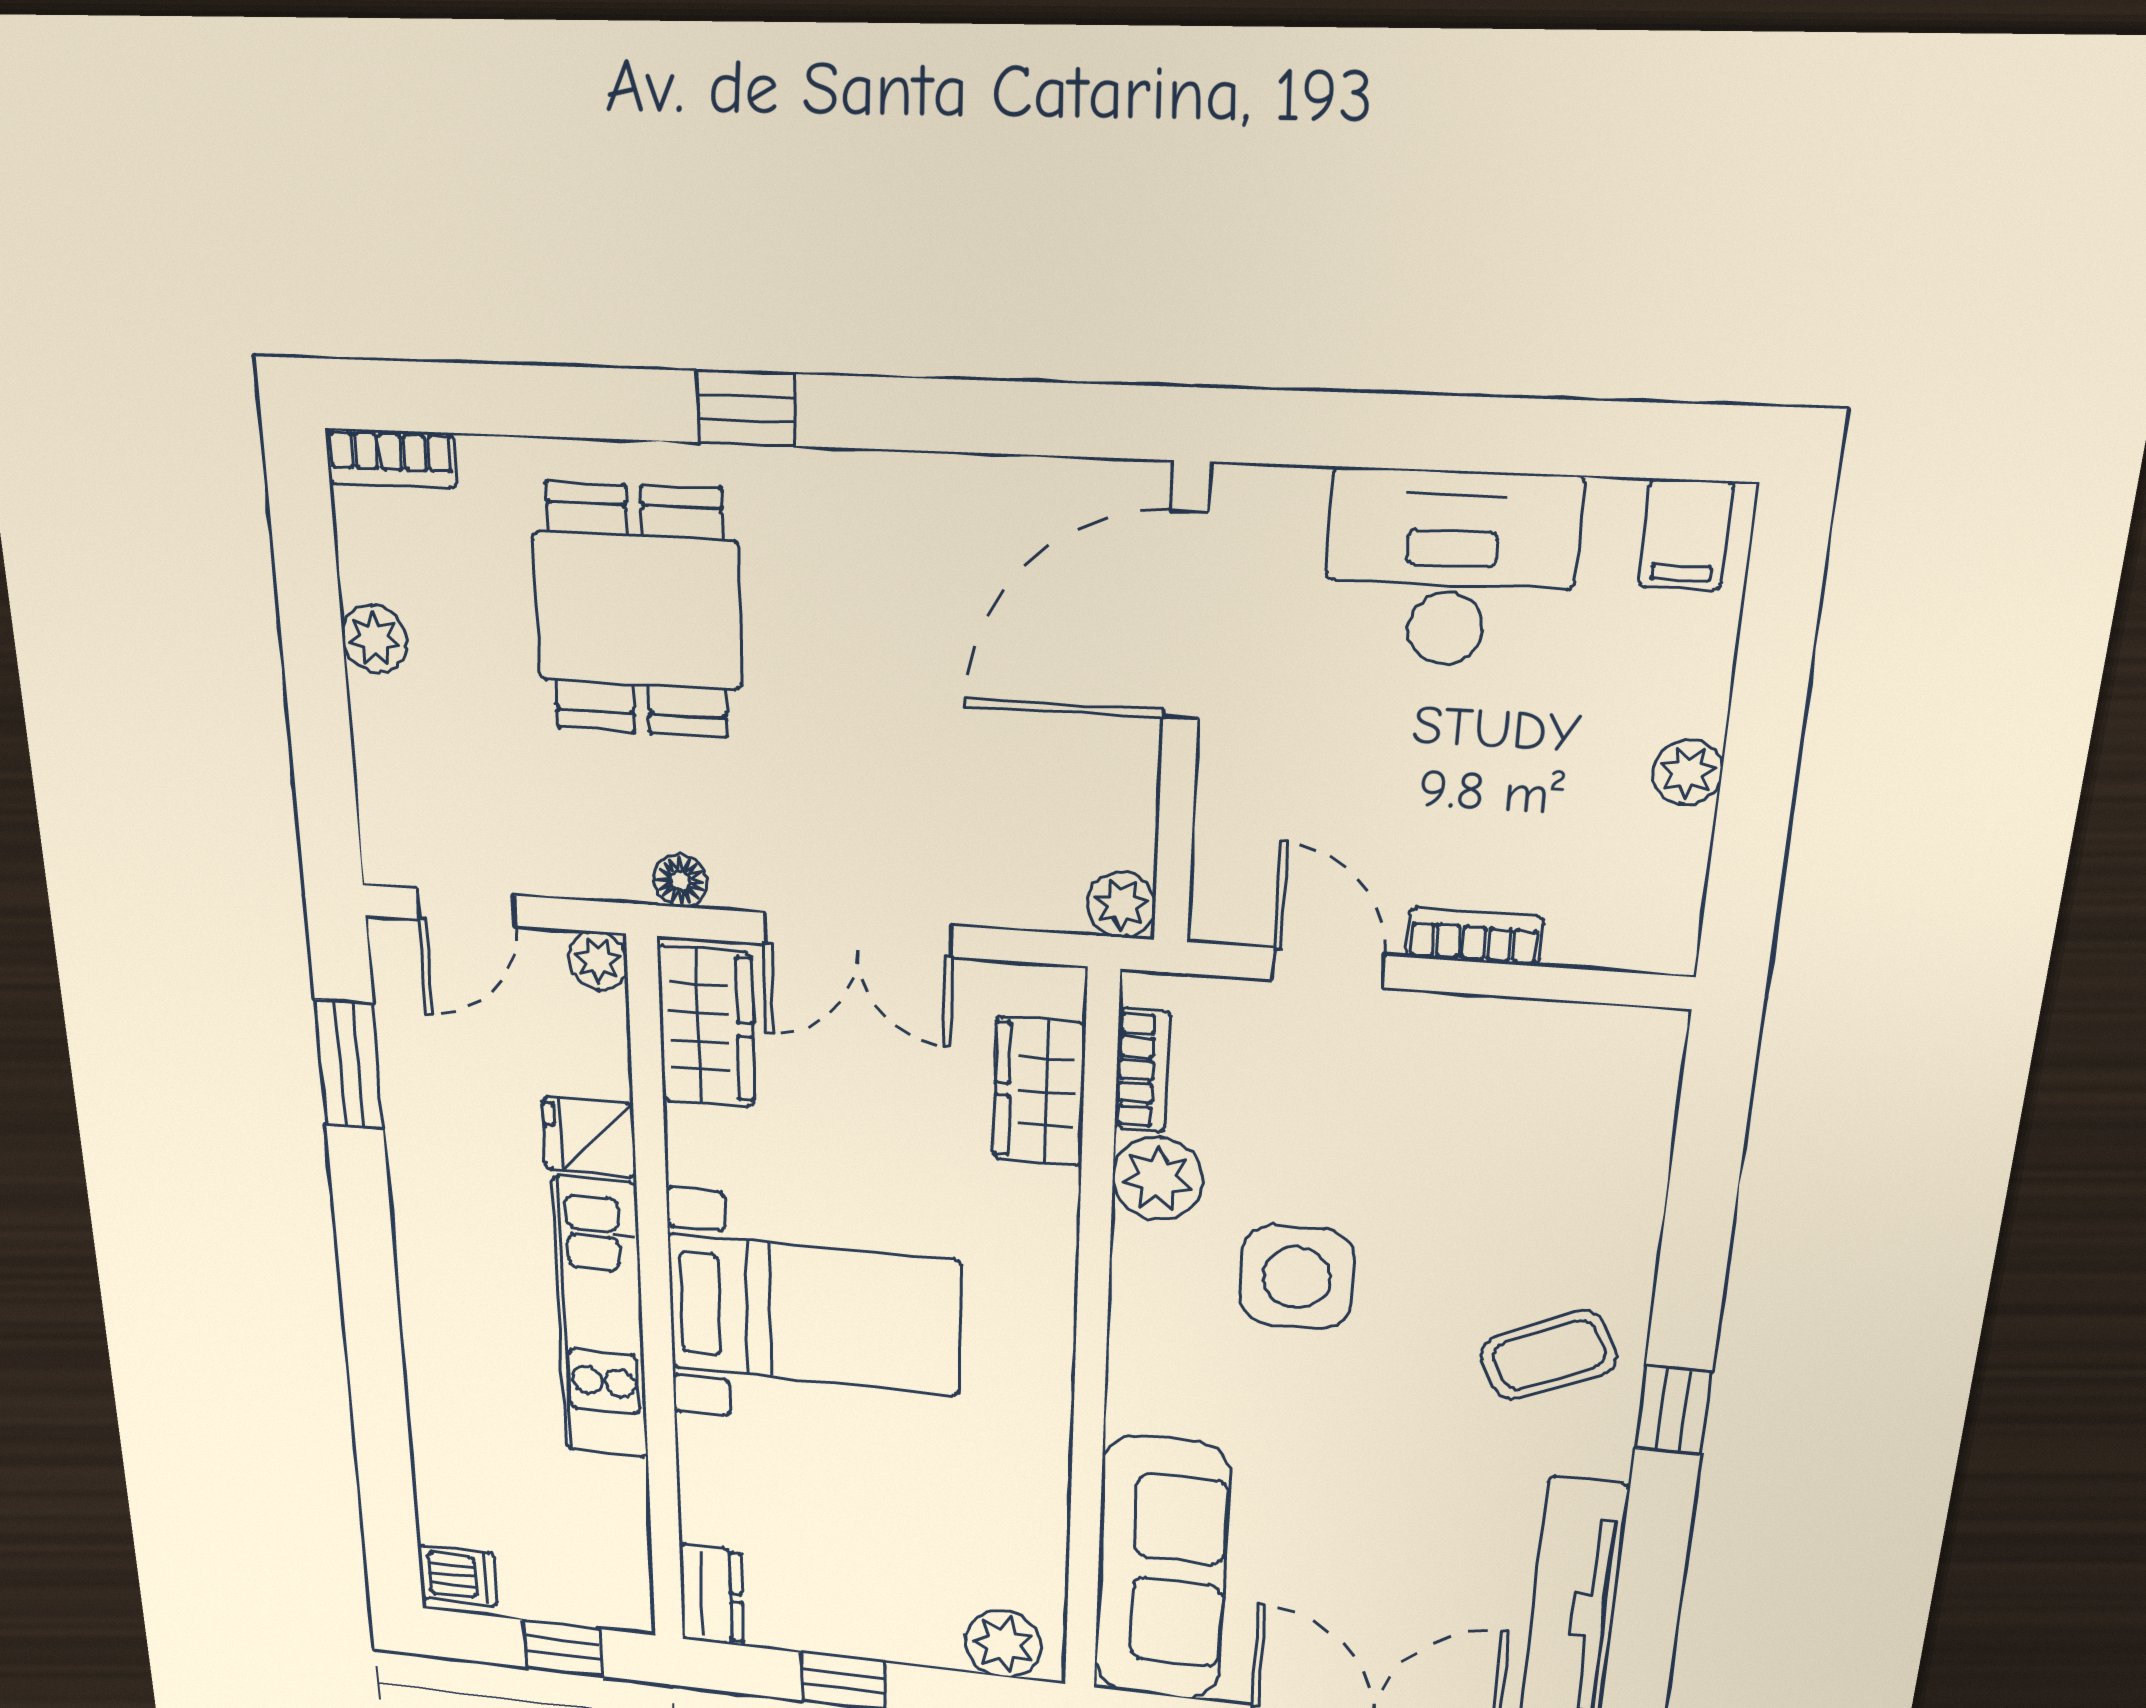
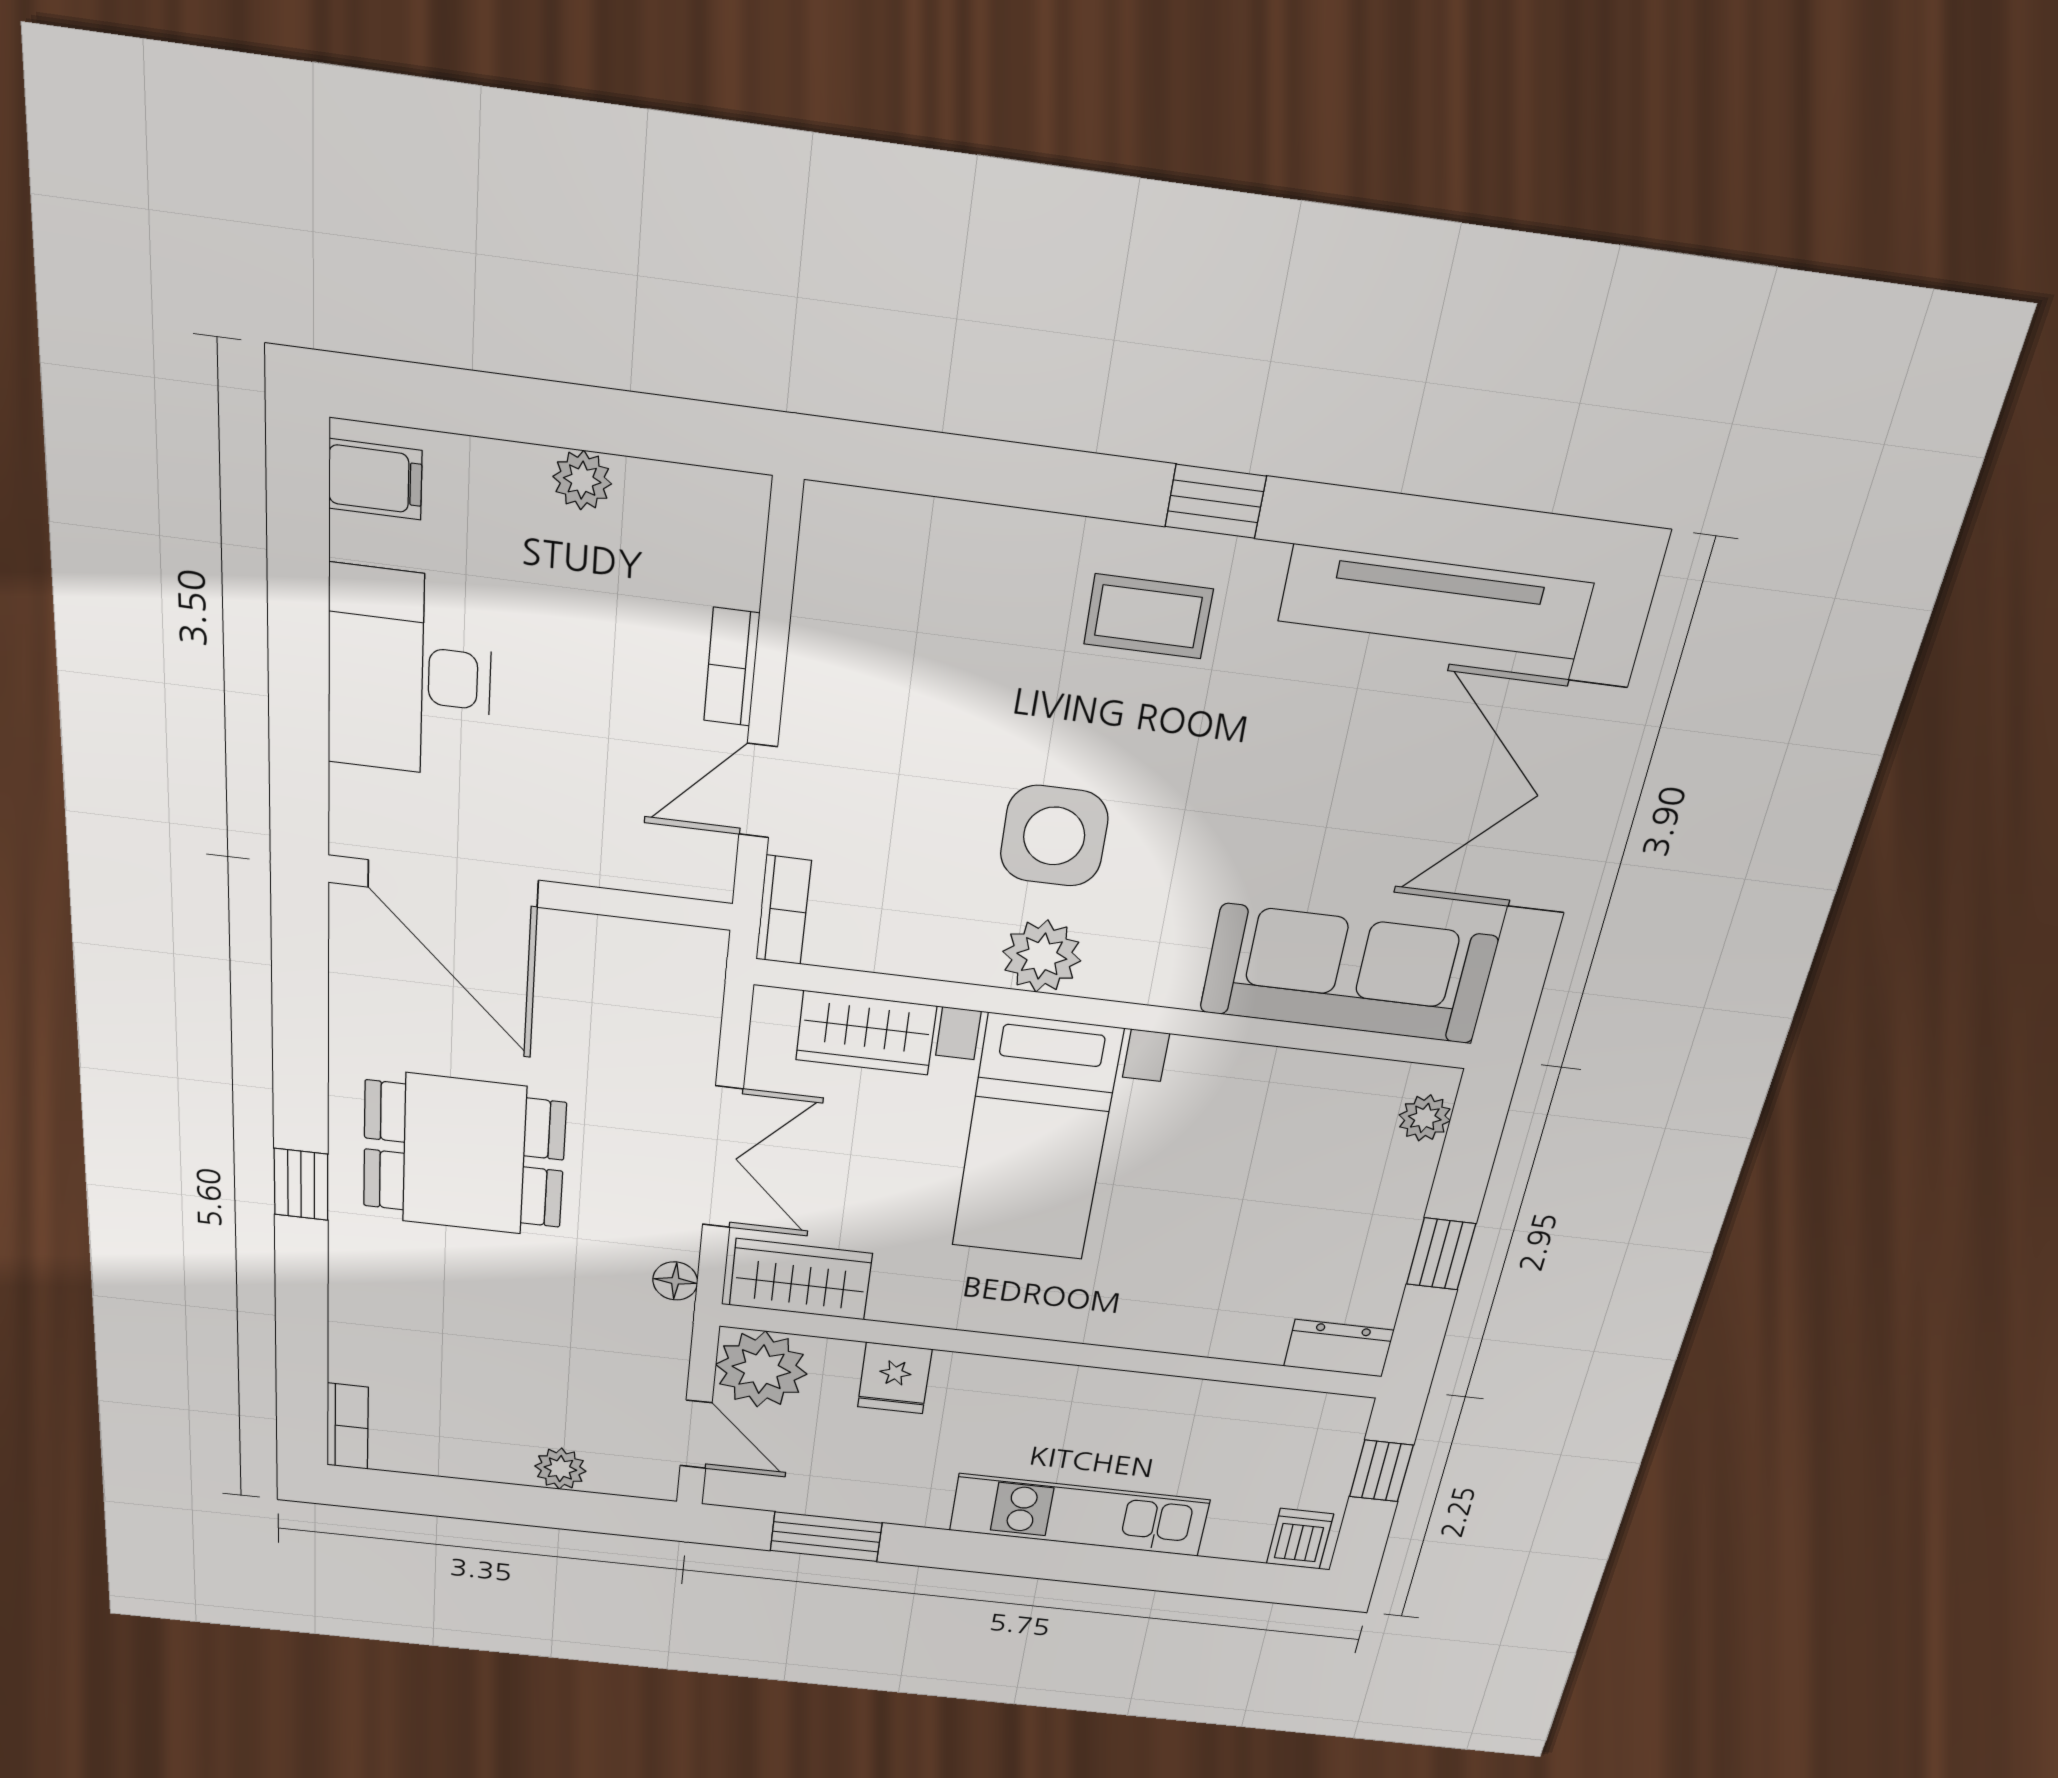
dining table: (638, 611) -> (464, 1154), moved
plant: (374, 639) -> (560, 1469), moved
plant: (1121, 905) -> (699, 953), removed
plant: (598, 961) -> (761, 1369), width x1.88, depth x1.88
bookcase: (1142, 1070) -> (783, 910), moved, turned 90
plant: (1157, 1179) -> (1042, 956), moved
bed with nightstands: (814, 1314) -> (1036, 1139), moved, turned 180
kitchen unit: (601, 1319) -> (1079, 1515), moved, turned 180
coffee table: (1549, 1355) -> (1148, 616), turned -65
plant: (1003, 1644) -> (1425, 1118), width x0.73, depth x0.73

